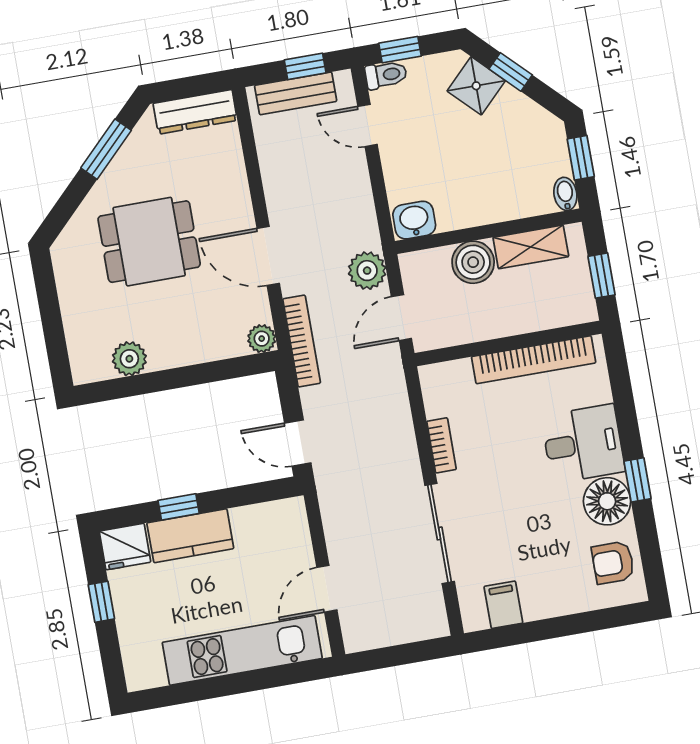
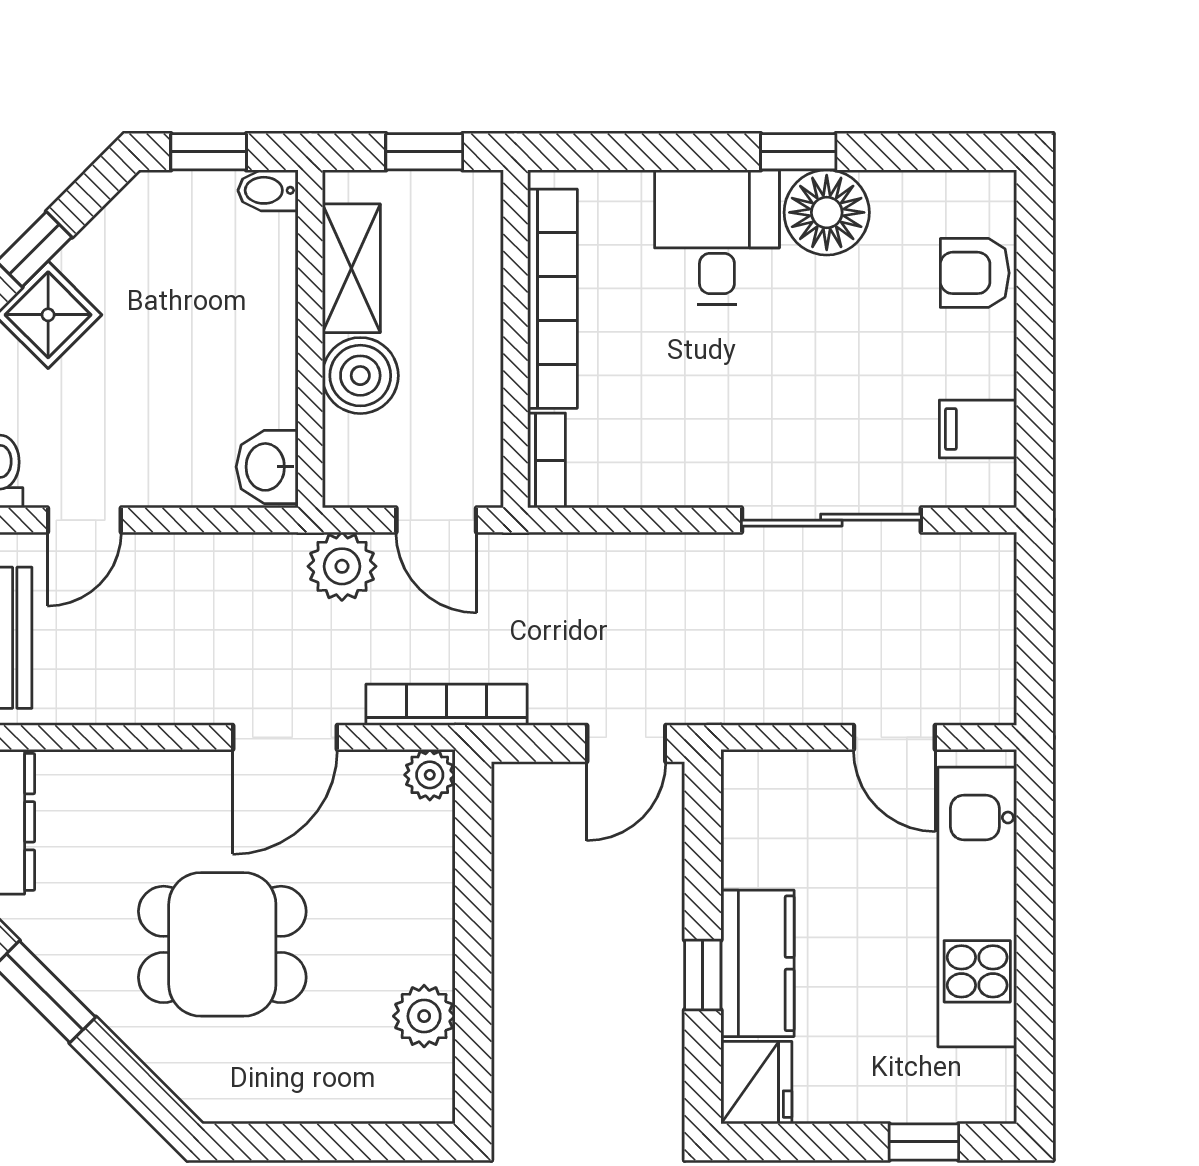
dining table: (149, 242) -> (222, 944), turned 90
bookcase: (441, 445) -> (547, 461), moved, turned 90
armchair: (613, 563) -> (975, 273), moved, turned 90
window: (101, 602) -> (924, 1142), moved

